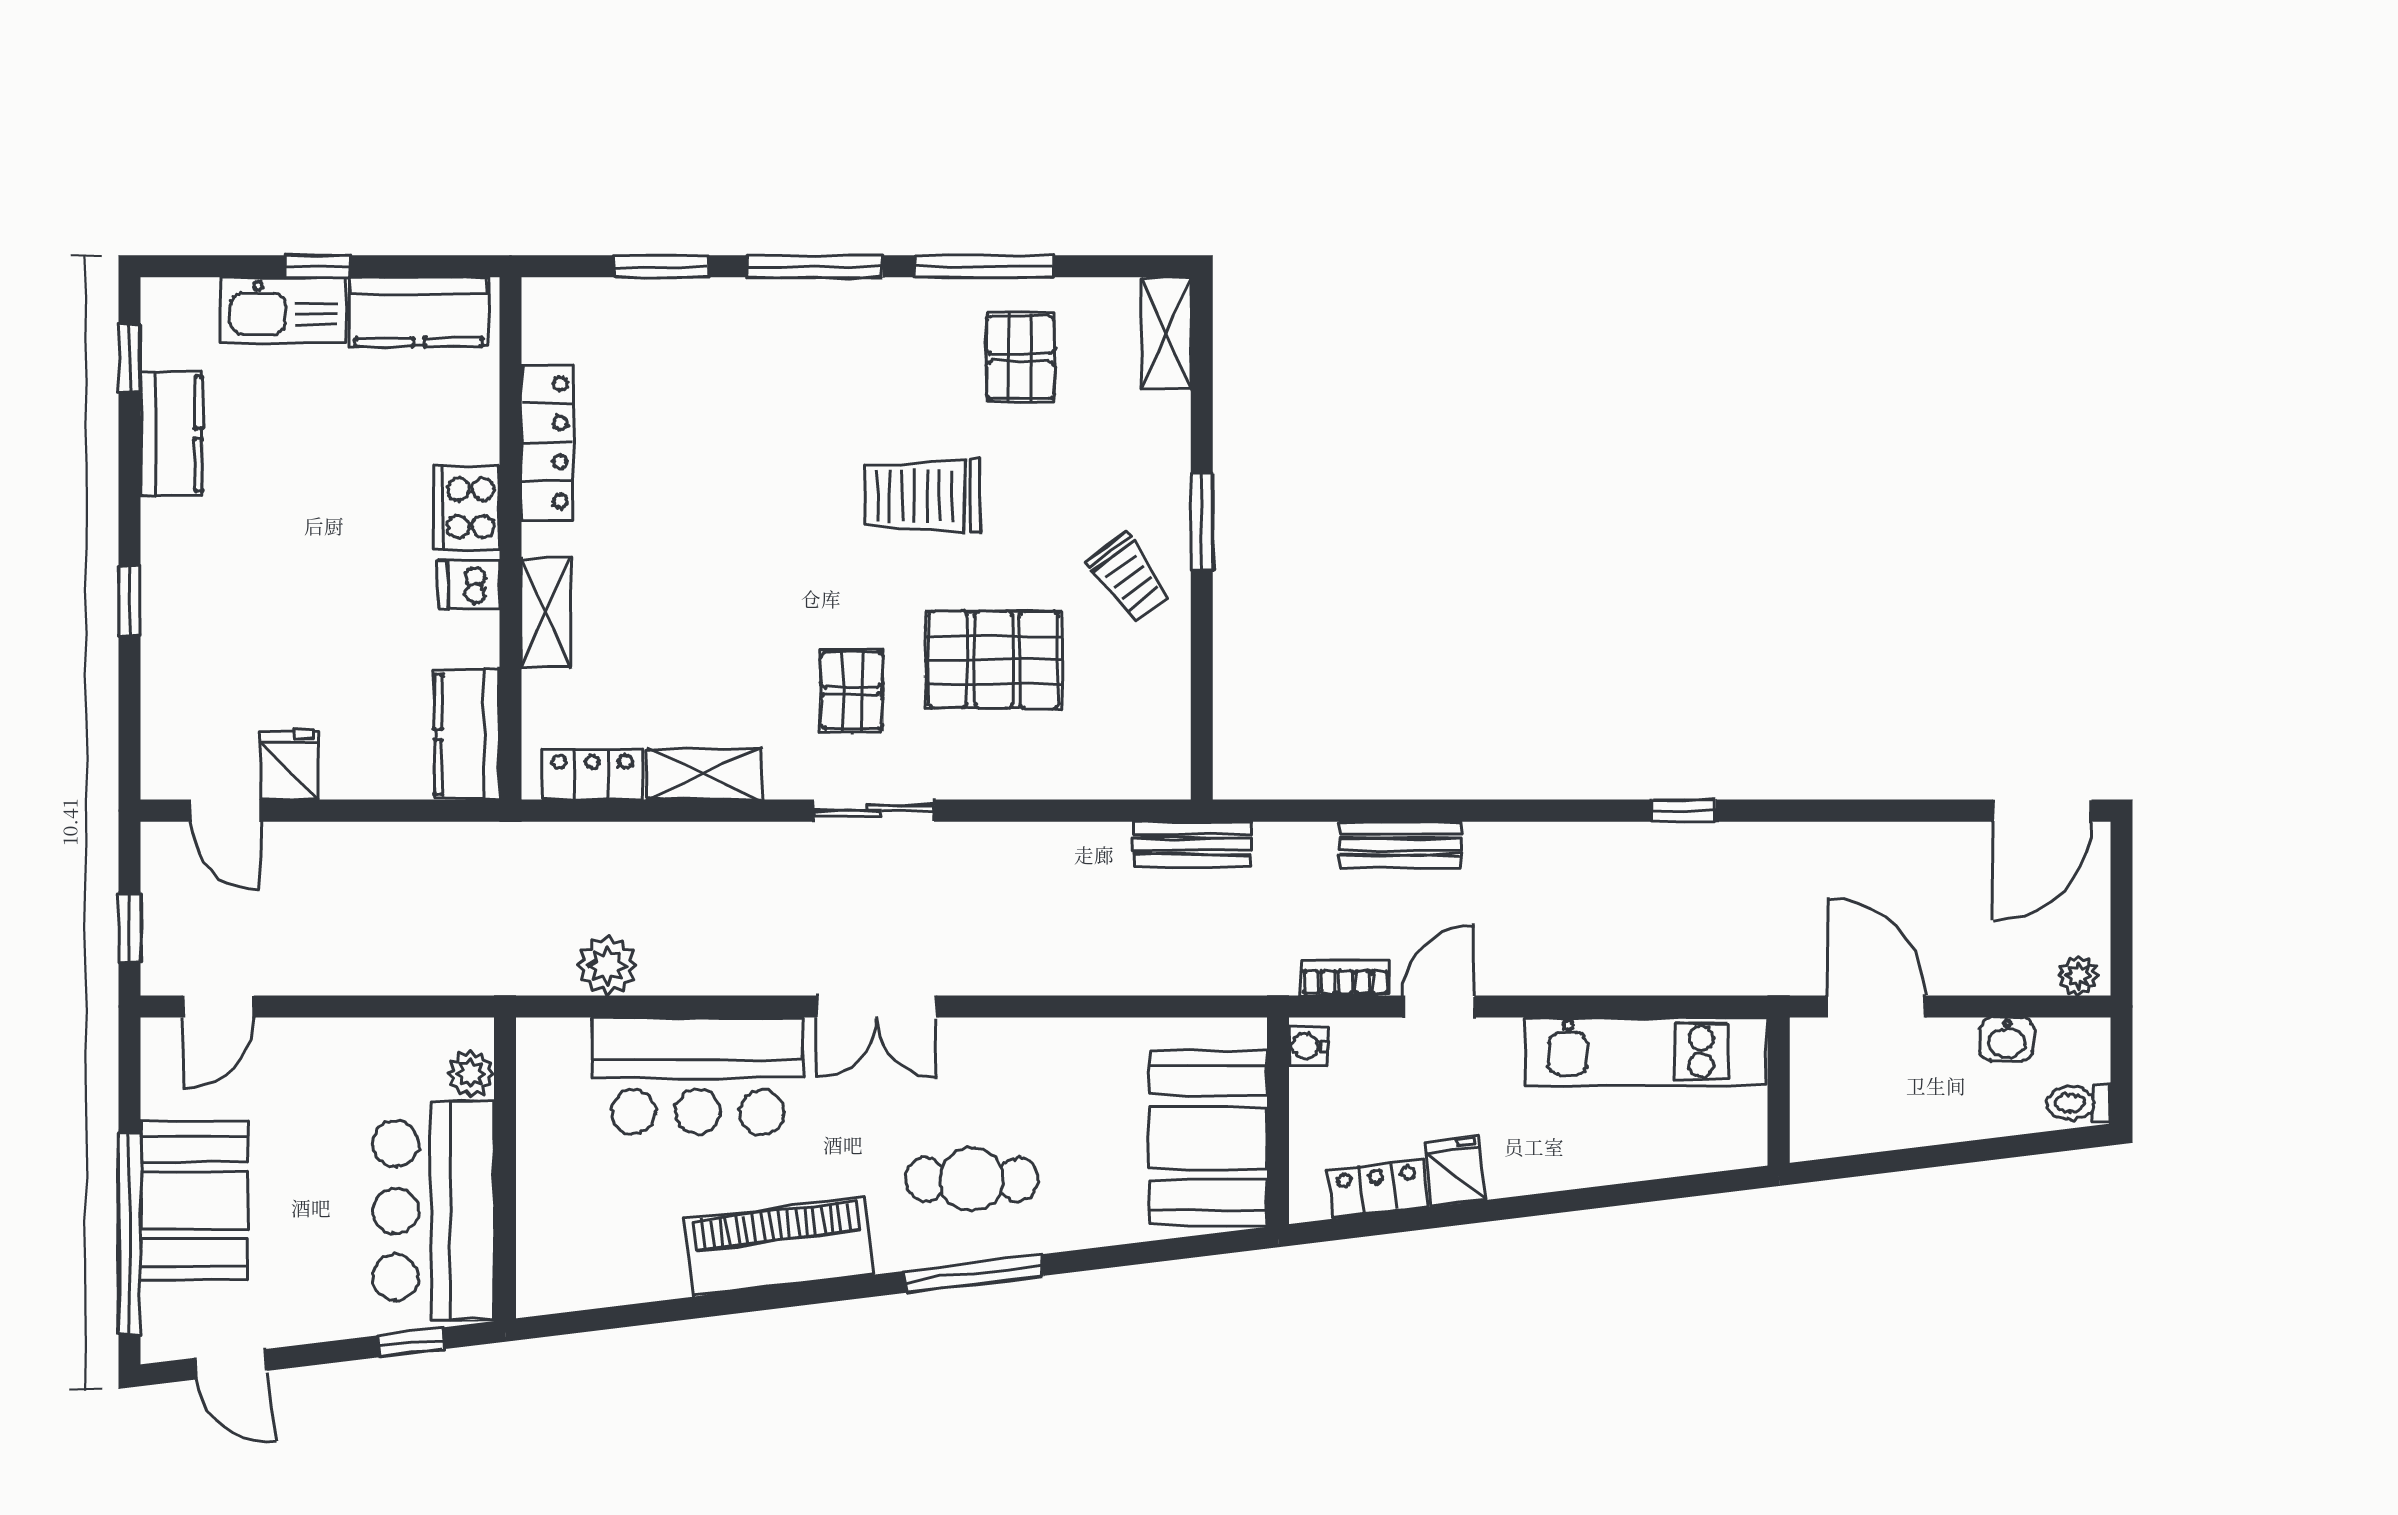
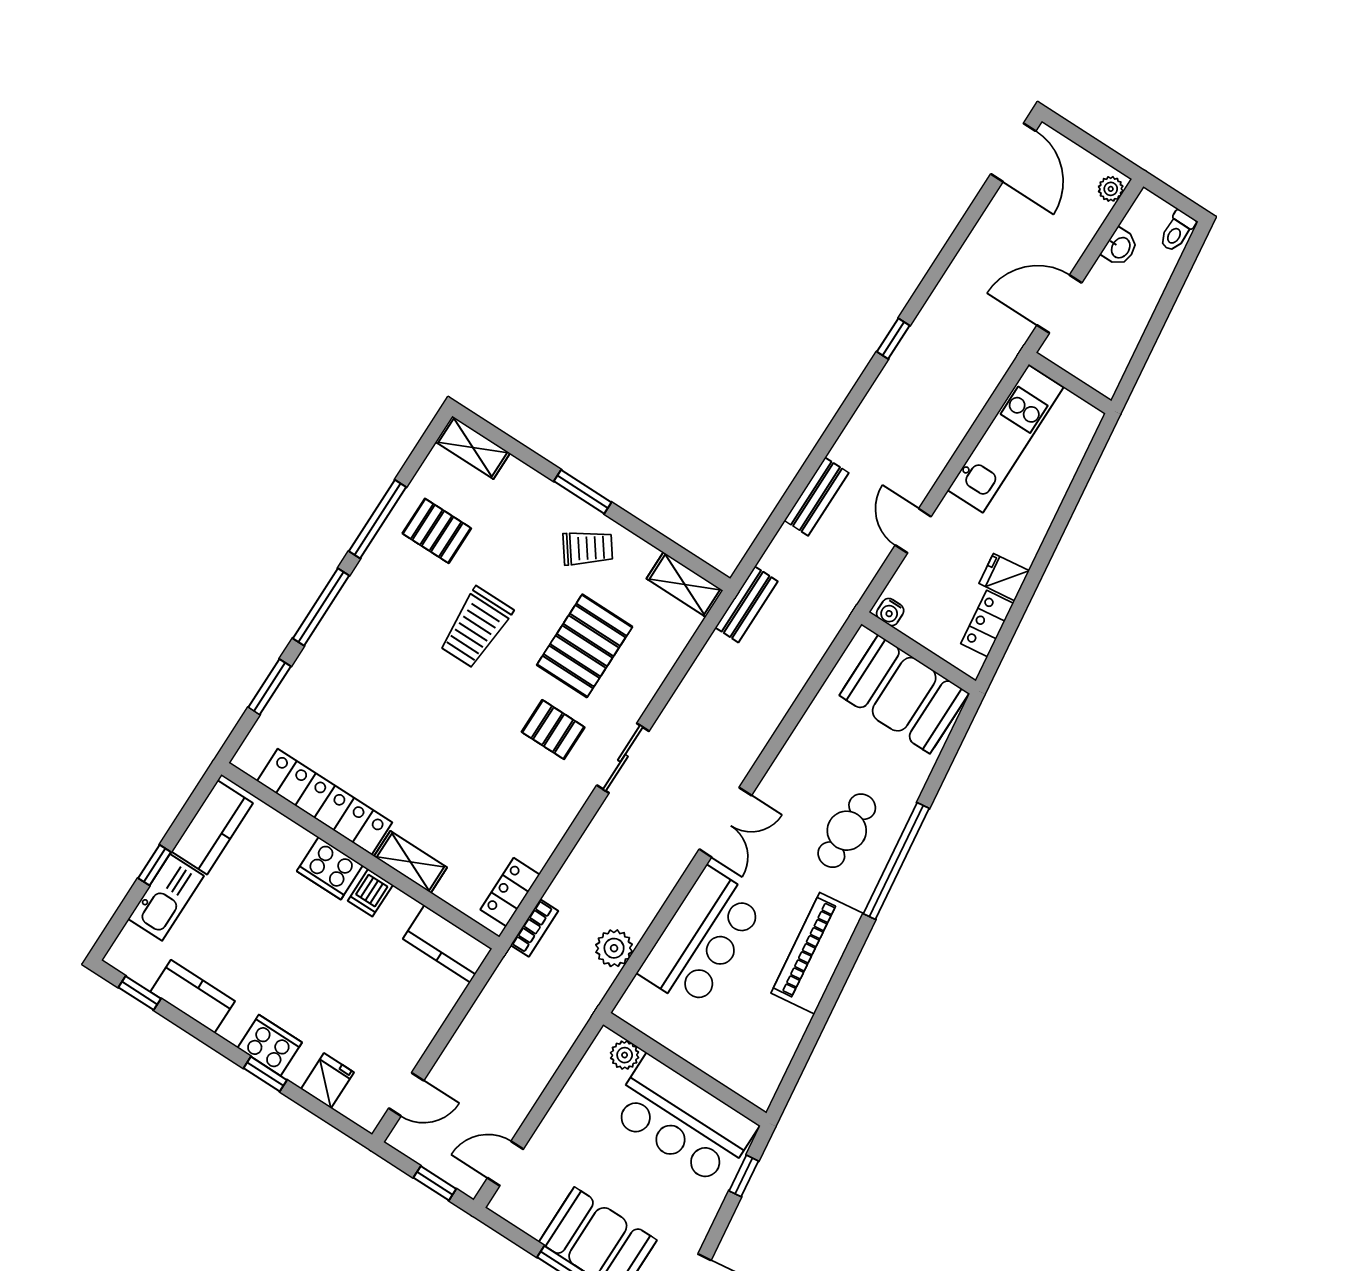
locker: (547, 442) -> (325, 802), width x1.41, depth x1.21
cooker: (173, 581) -> (270, 1045), added
fridge: (290, 765) -> (327, 1081), moved, turned 90
shelving: (704, 774) -> (685, 585), moved, turned 90
bookcase: (1345, 978) -> (534, 928), moved, turned 180
door: (218, 1007) -> (505, 1164), swing flipped
window: (974, 1273) -> (896, 861), width x1.46

